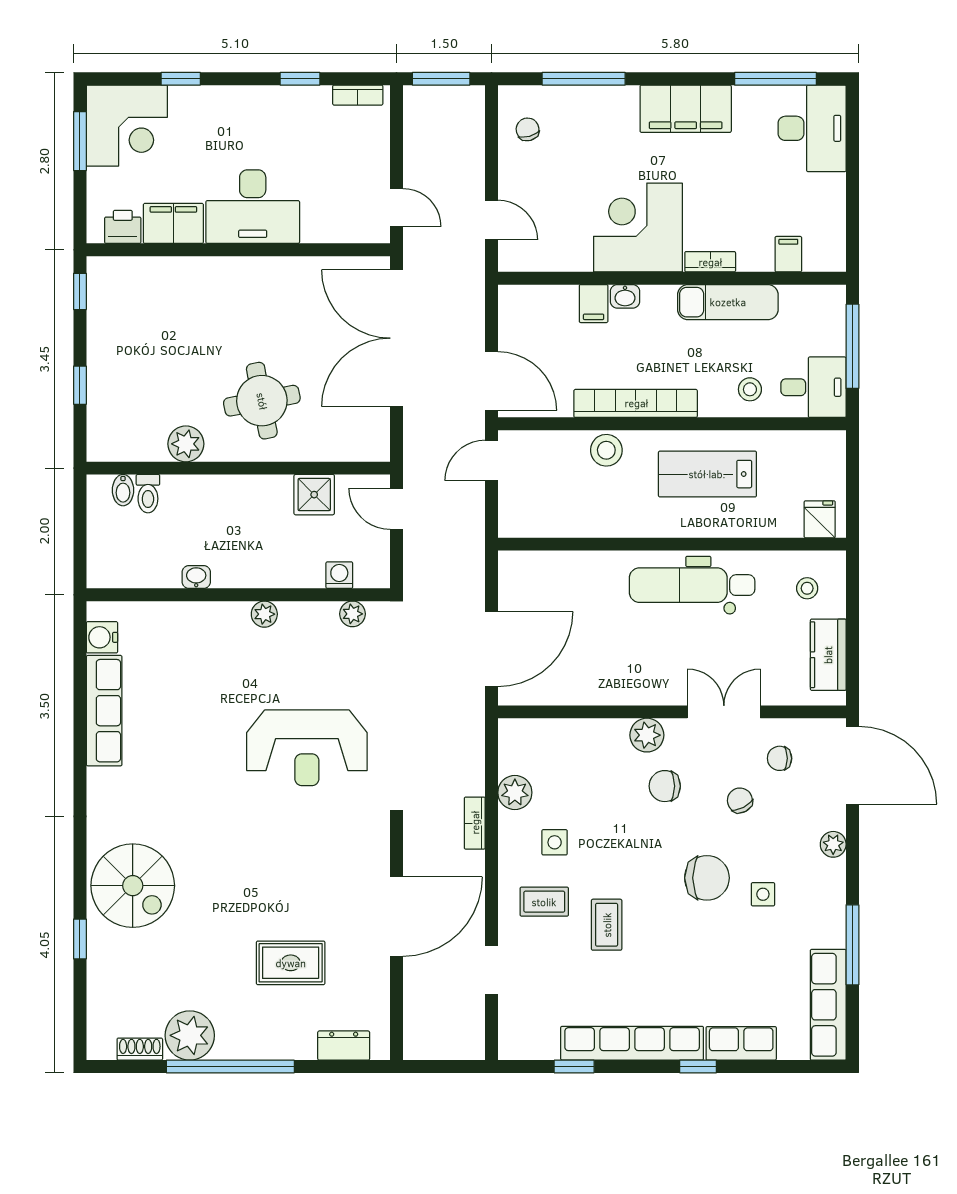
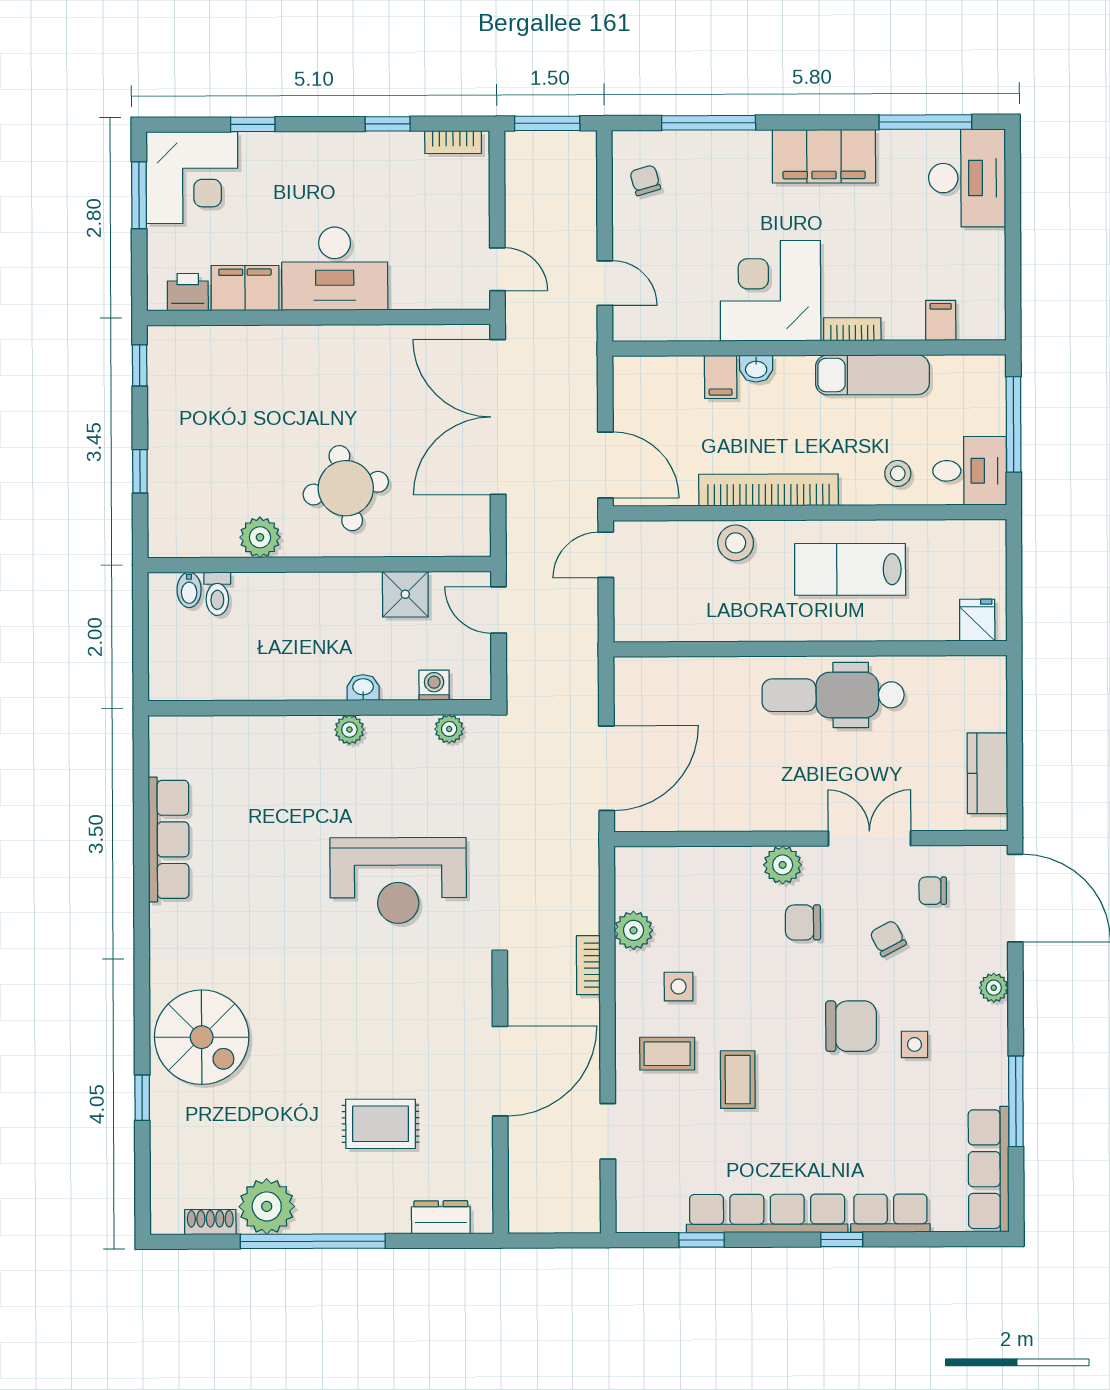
washbasin: (196, 577) -> (363, 688), moved
stool: (807, 588) -> (963, 698), removed
water cooler: (102, 637) -> (166, 756), removed

